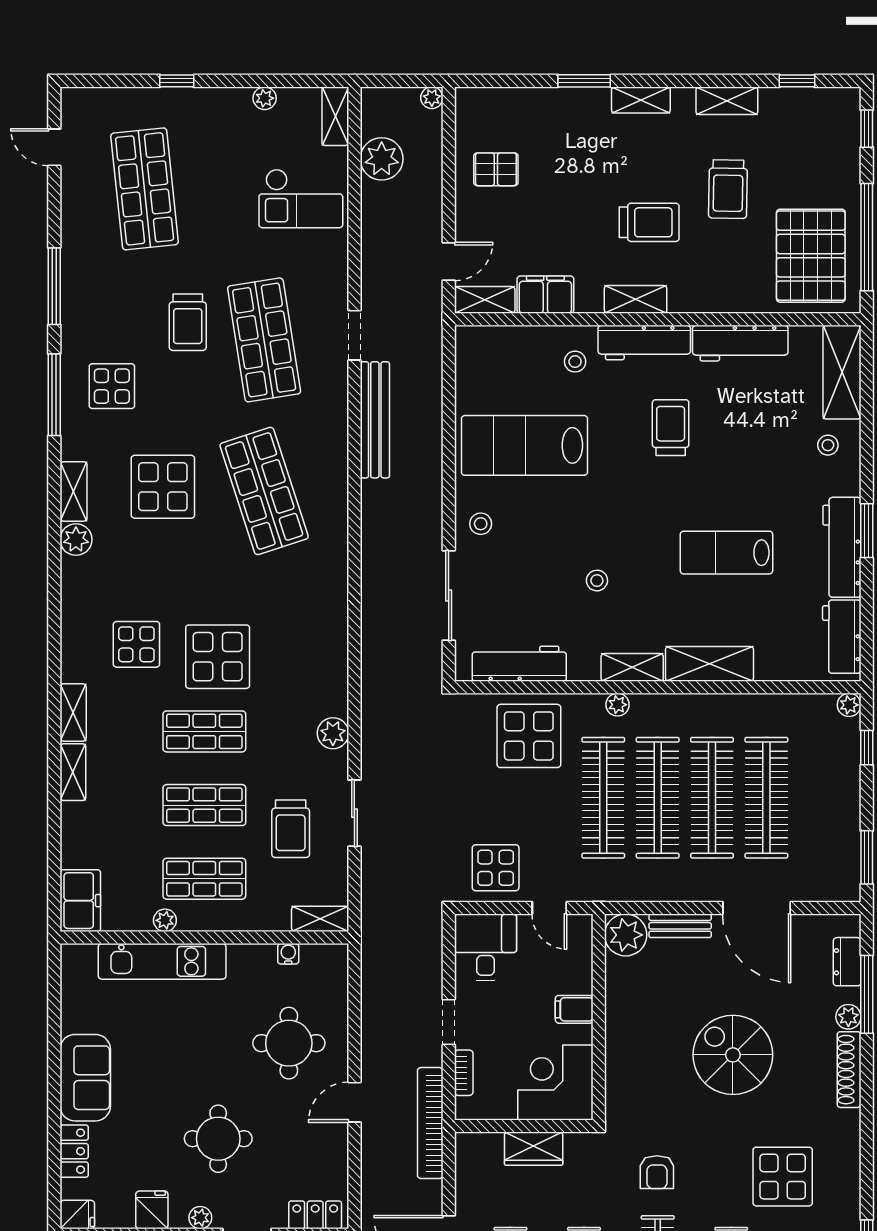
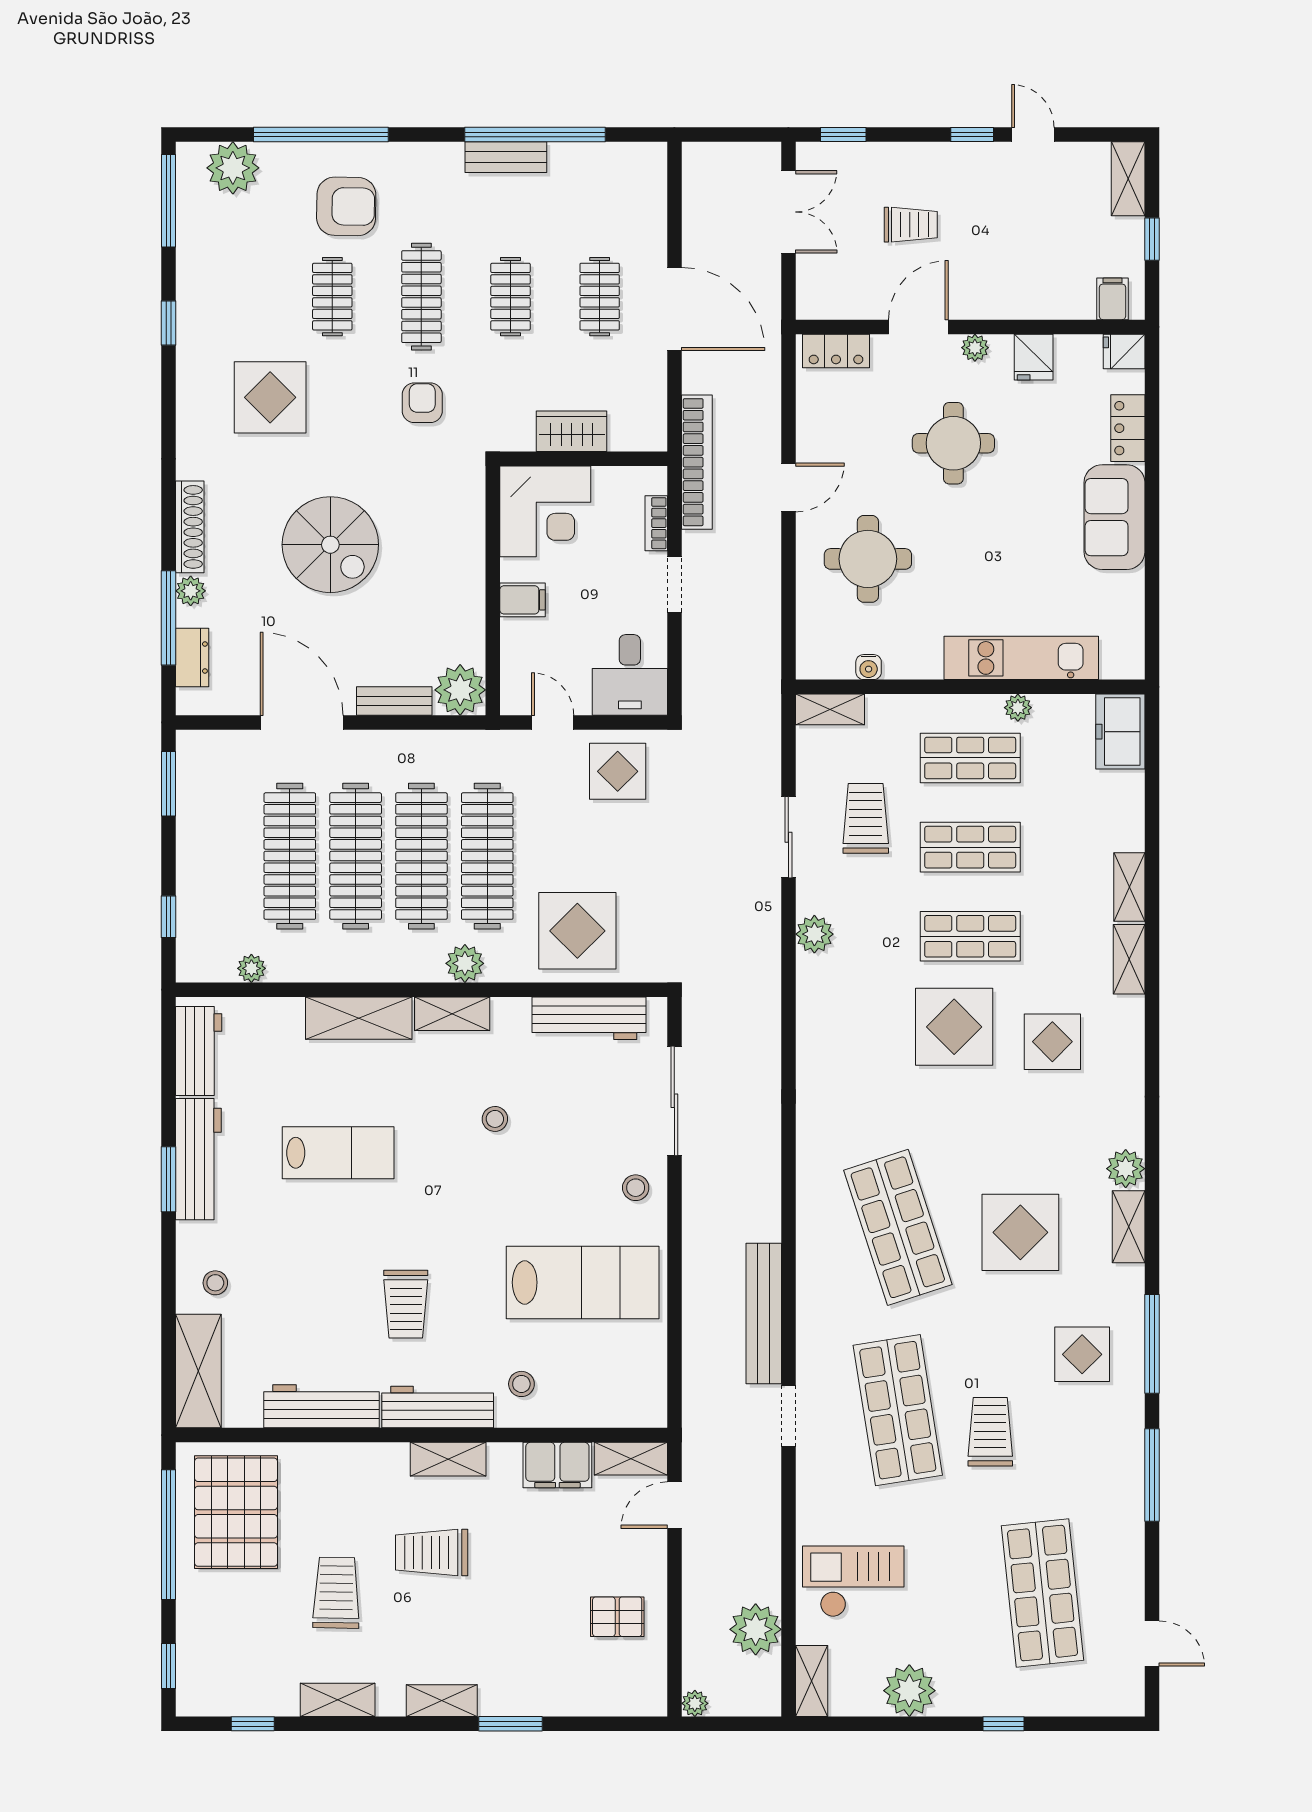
plant: (265, 98) -> (909, 1691), width x1.87, depth x1.87
plant: (617, 705) -> (465, 963), width x1.38, depth x1.38
plant: (849, 705) -> (251, 968), moved

